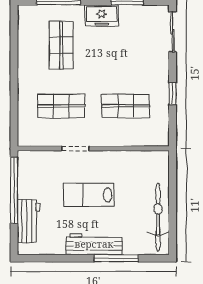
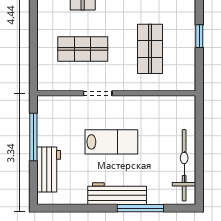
shop shelf: (125, 106) -> (150, 49), turned 90
window: (14, 190) -> (33, 137), width x0.68
lab bench: (89, 195) -> (111, 142), turned 180

